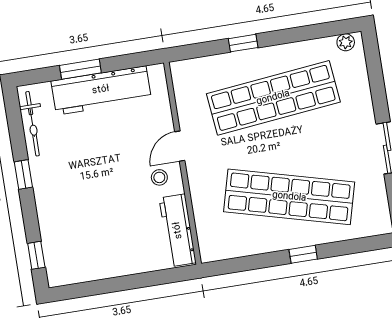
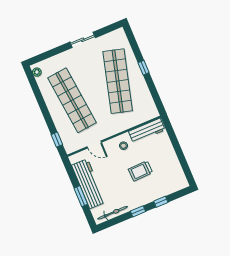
window: (243, 43) -> (57, 140), moved
door: (180, 146) -> (94, 144), moved
trolley: (102, 199) -> (140, 171), added
window: (36, 255) -> (161, 202), moved

